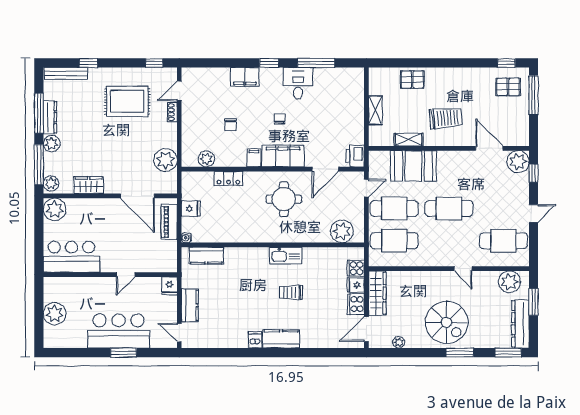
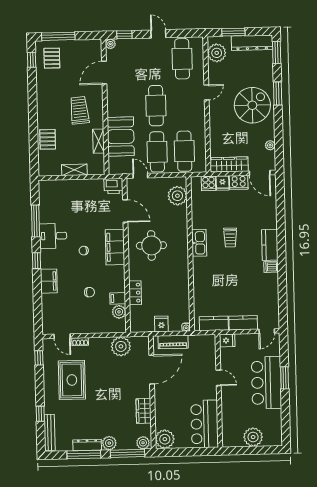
filing cabinet: (254, 158) -> (118, 298), moved
plant: (518, 162) -> (110, 44), width x0.53, depth x0.53
kitchen counter: (206, 256) -> (214, 323), moved, turned -90

